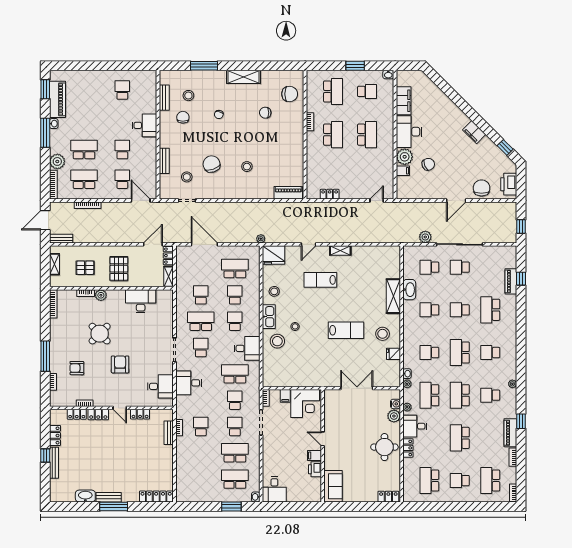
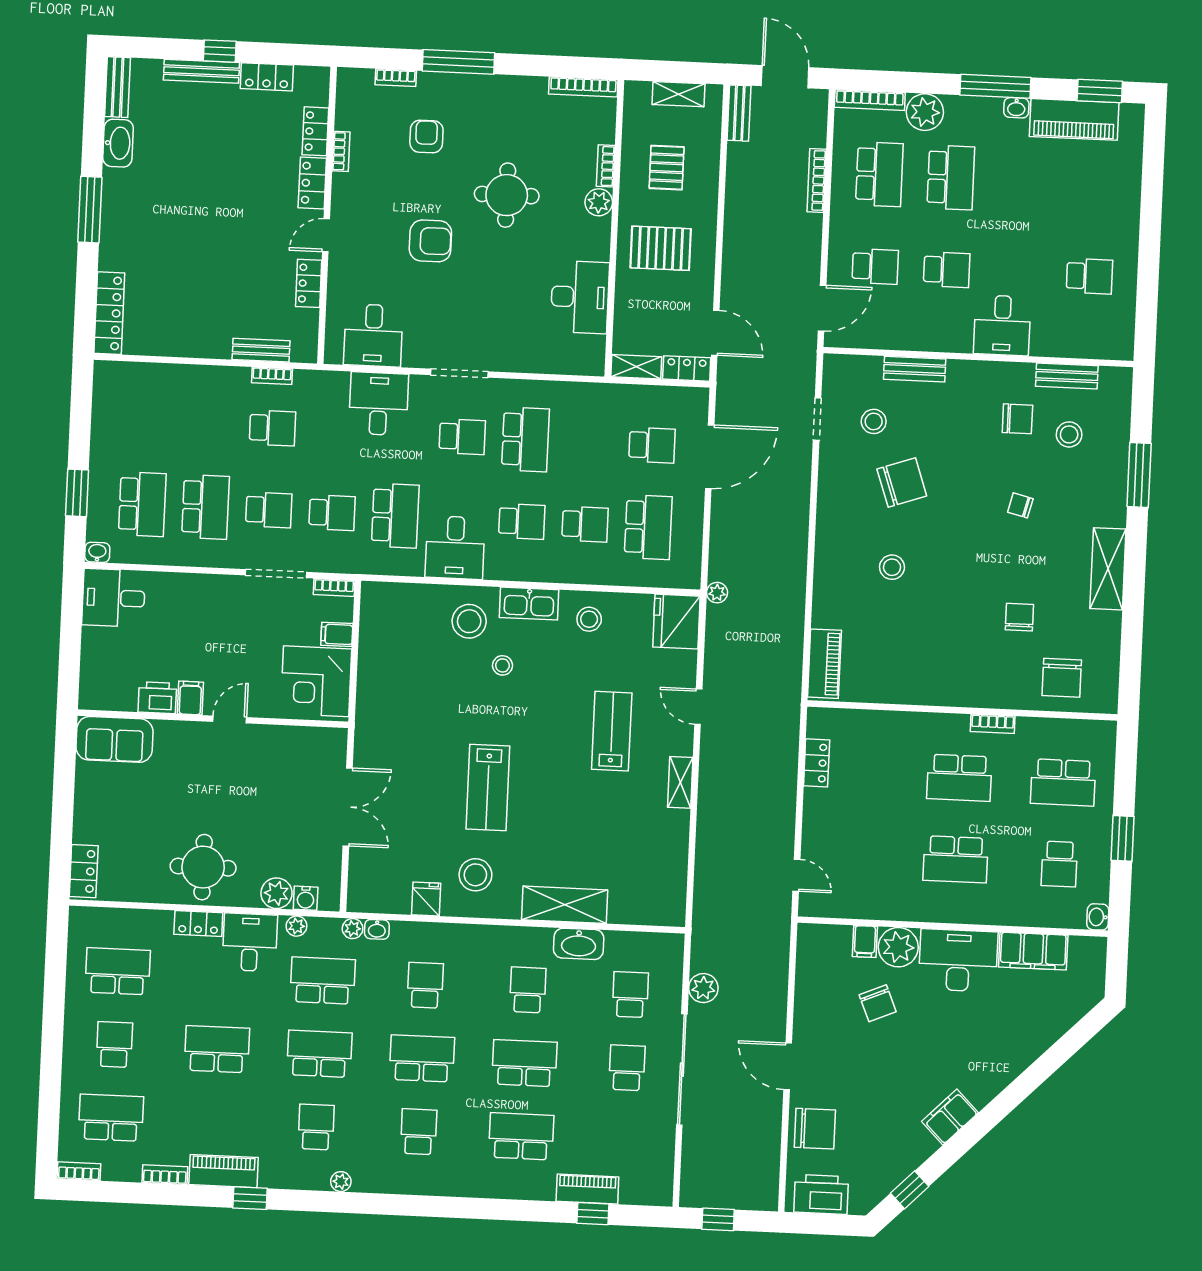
school desk: (201, 295) -> (652, 445), moved
school desk: (460, 310) -> (524, 1063), width x1.85
round table: (100, 334) -> (507, 195), turned 45
bench: (109, 497) -> (118, 87), moved

